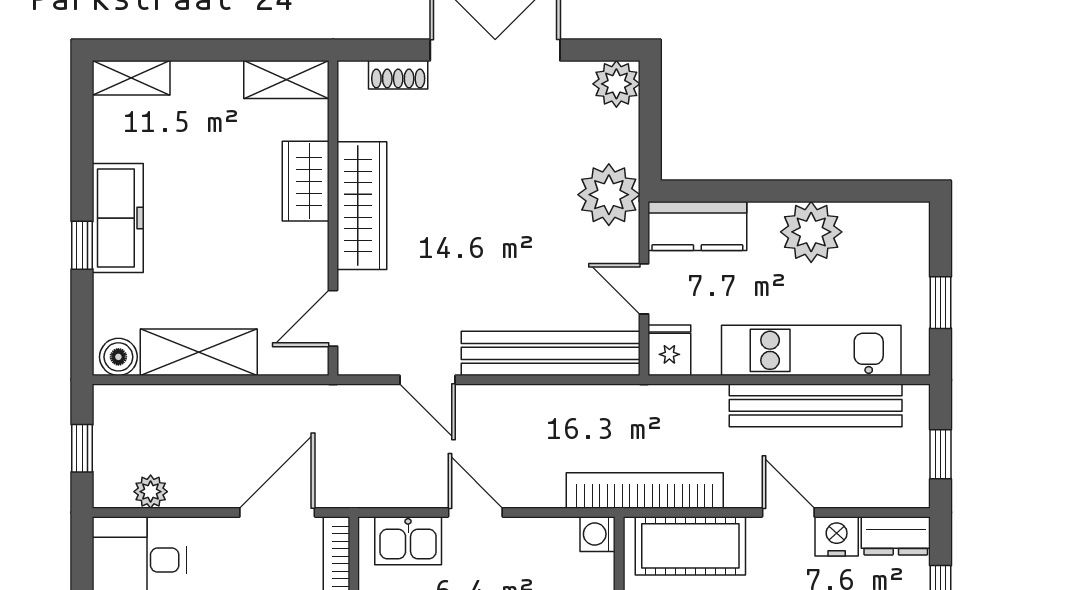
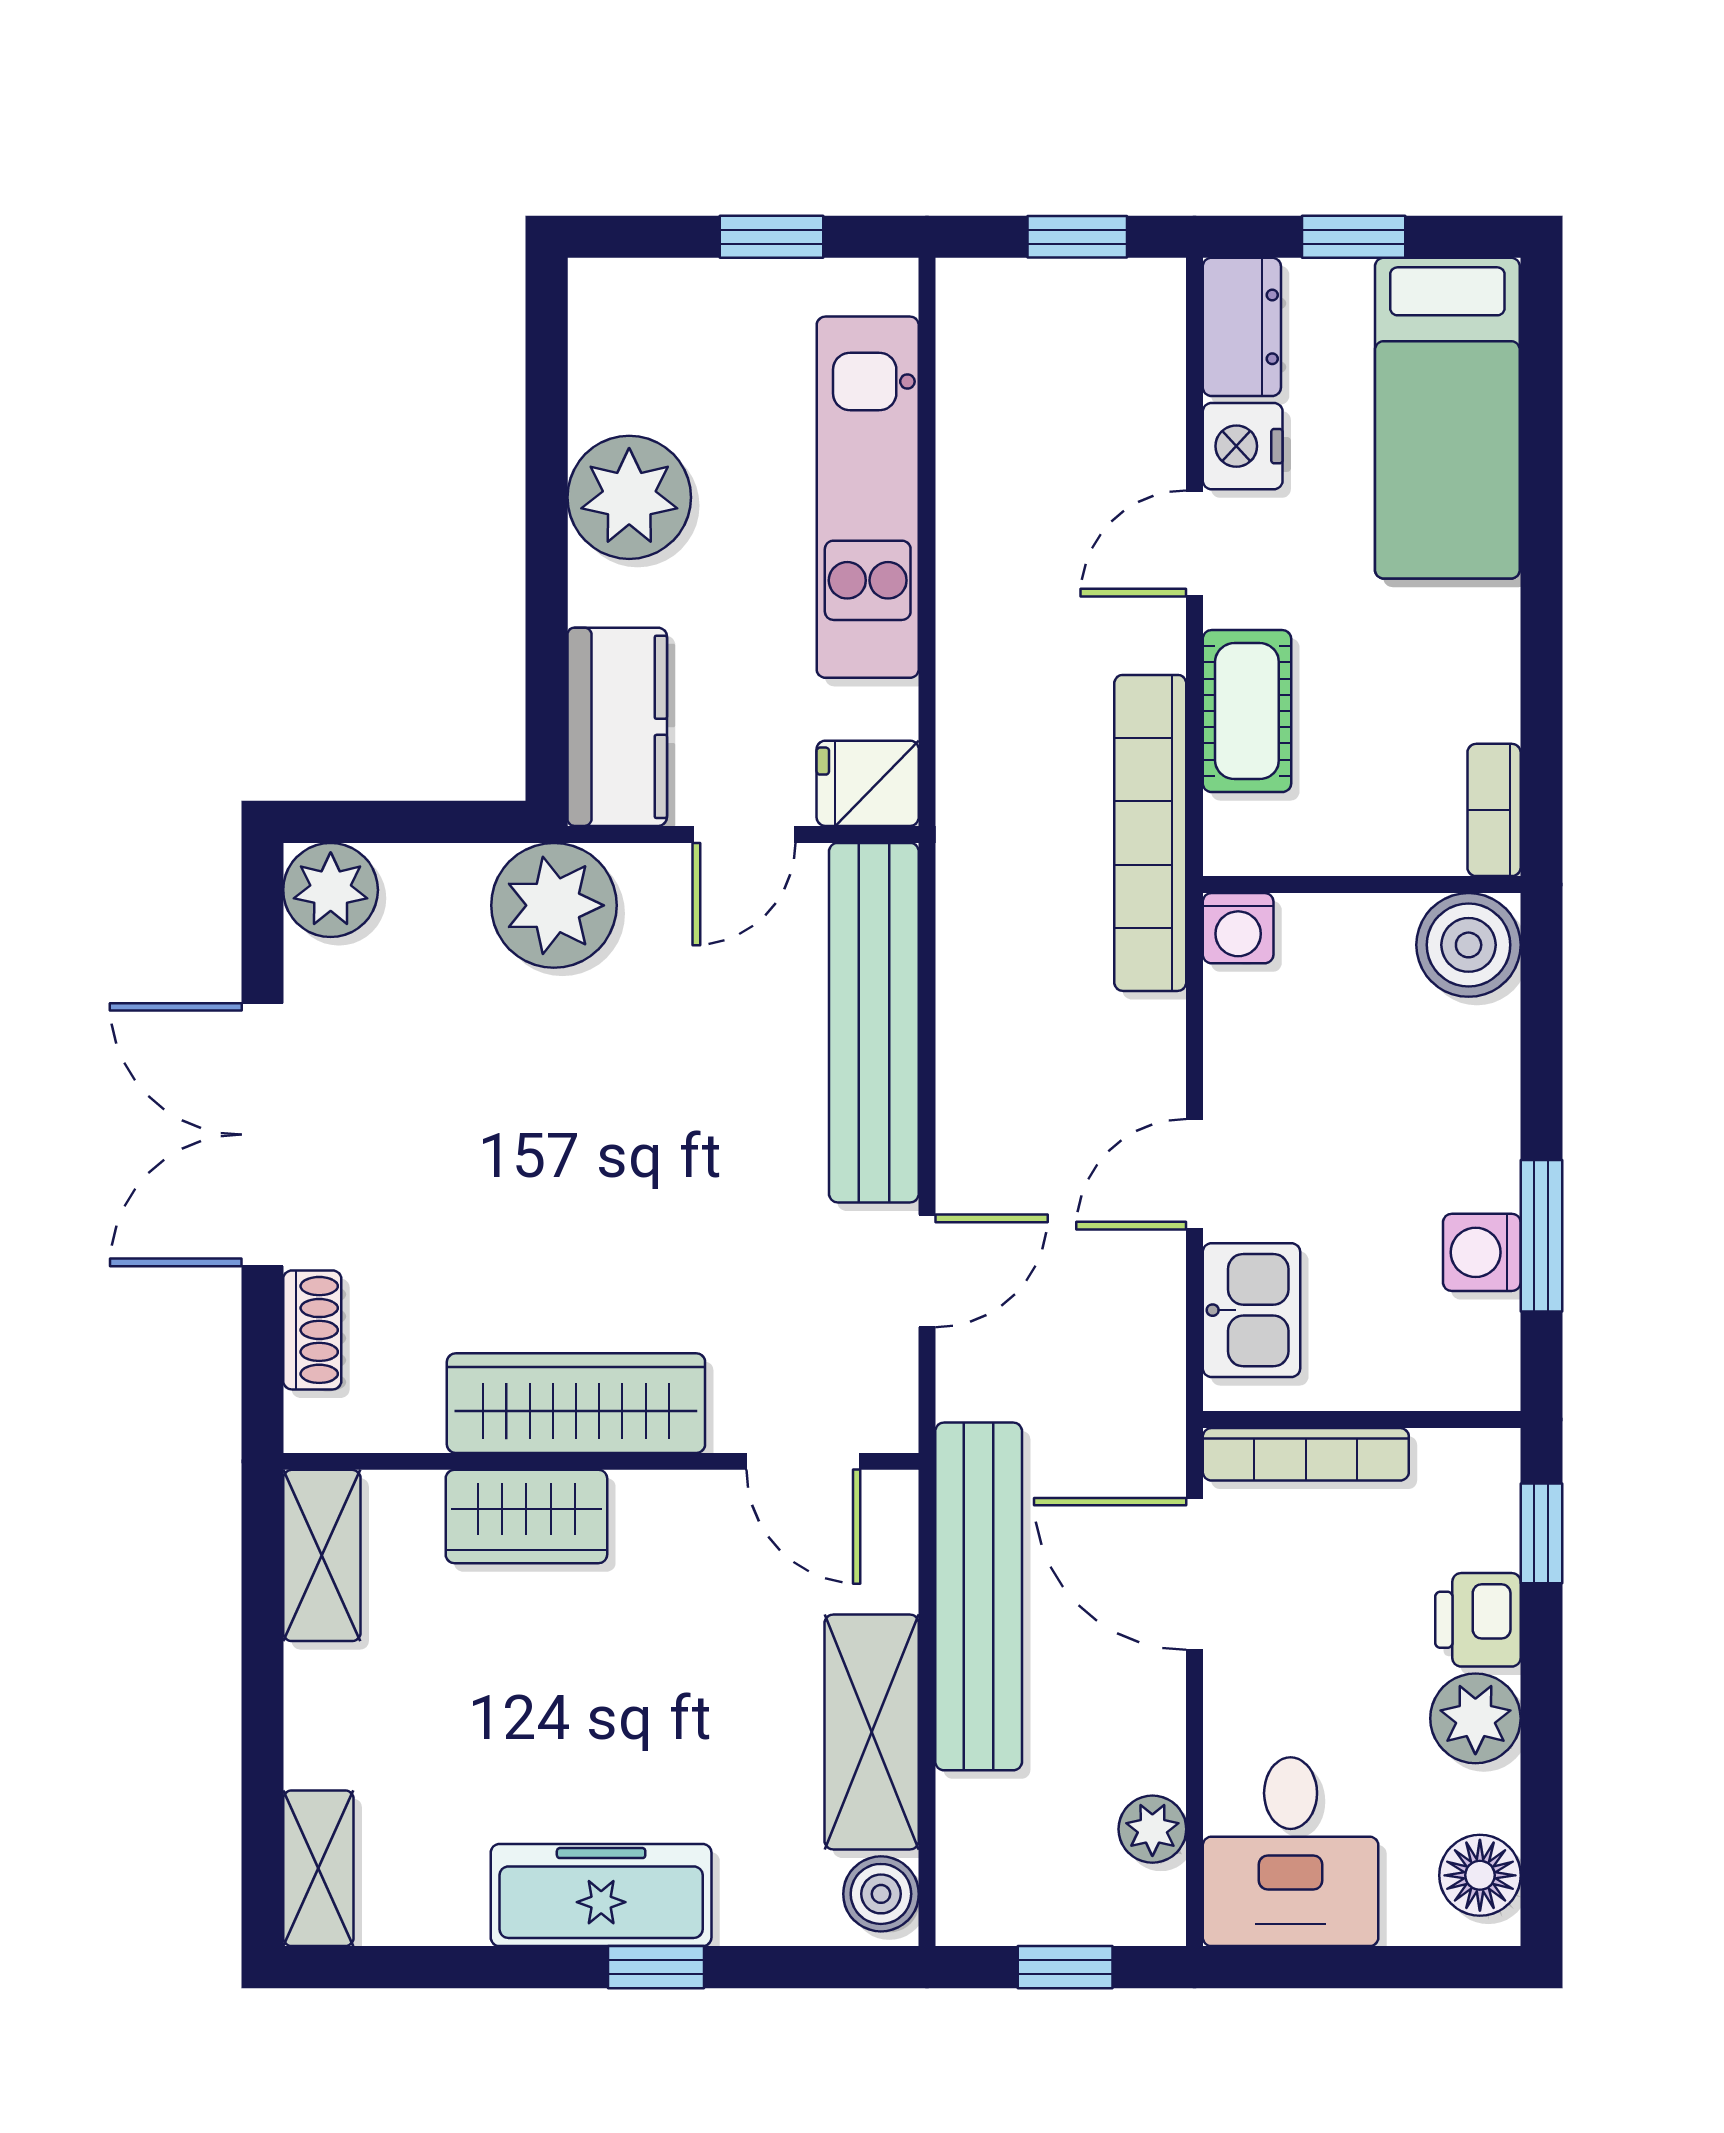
bench: (816, 405) -> (979, 1596), moved
cot: (690, 546) -> (1247, 711), width x0.73, depth x0.75

